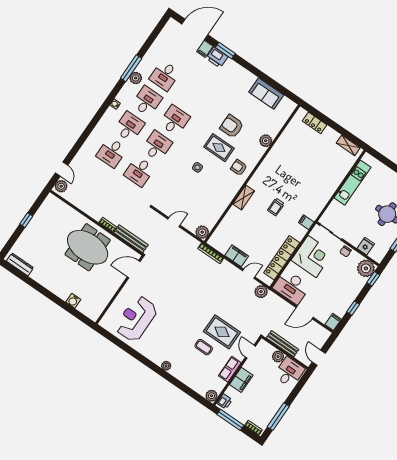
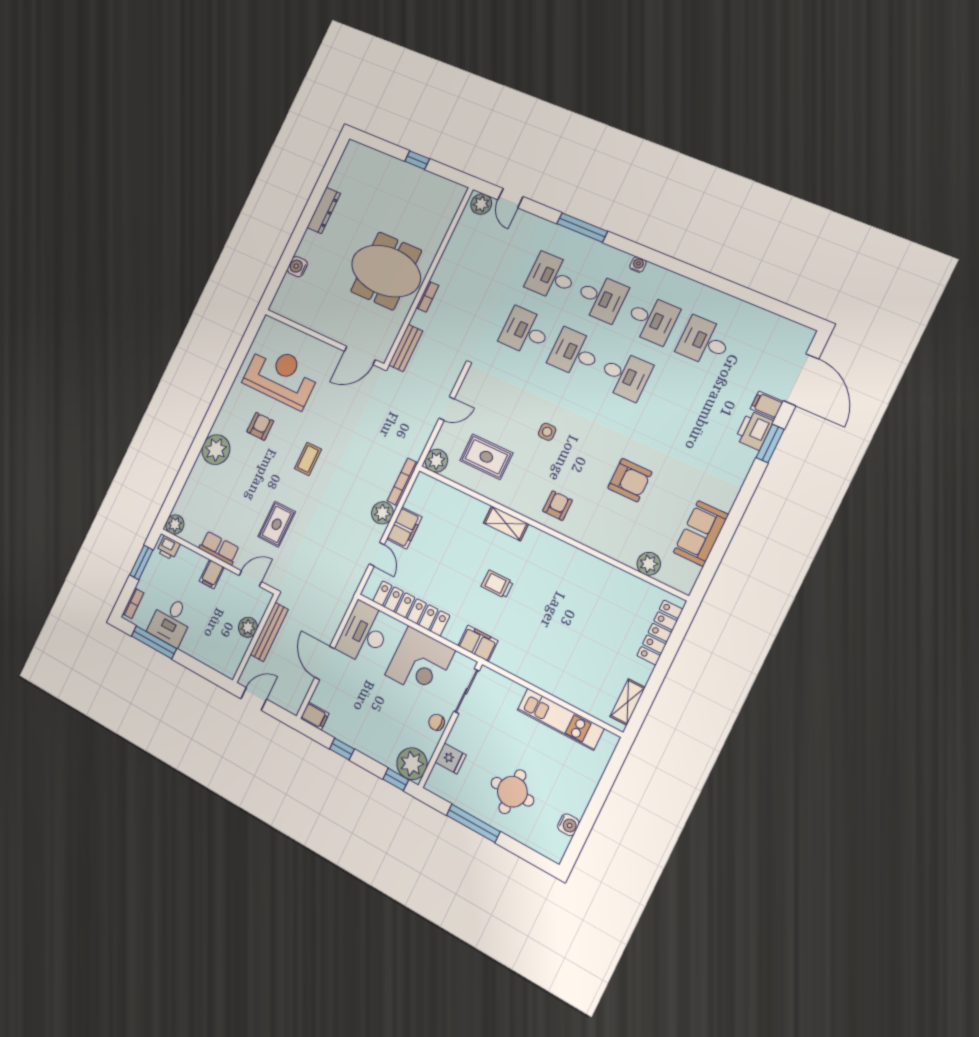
window: (131, 68) -> (582, 227), moved
plant: (136, 78) -> (691, 291), removed
locker: (315, 123) -> (660, 632), width x1.53
armchair: (232, 126) -> (630, 480), turned 90
plant: (266, 141) -> (649, 564), moved
desk: (157, 146) -> (575, 353), turned 180
rug: (219, 148) -> (486, 457), moved, turned 90
door: (62, 169) -> (510, 198), hinge flipped
door: (174, 222) -> (447, 409), hinge flipped
filing cabinet: (306, 222) -> (478, 643), width x2.00
bench: (131, 239) -> (406, 348), width x0.73
meeting table: (88, 247) -> (386, 271), turned 90
dresser: (20, 264) -> (324, 210), moved
door: (134, 269) -> (360, 355), swing flipped
plant: (261, 292) -> (382, 513), moved
rug: (222, 332) -> (277, 524), width x0.73, depth x0.70
armchair: (163, 335) -> (260, 426), added
coffee table: (204, 347) -> (308, 459), moved
plant: (166, 366) -> (216, 450), width x1.87, depth x1.87
desk: (289, 372) -> (171, 621), moved, turned 90
filing cabinet: (241, 380) -> (212, 574), width x0.50
window: (230, 420) -> (141, 562), width x0.69

